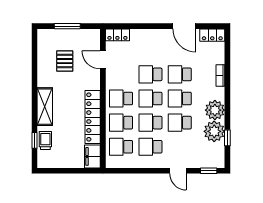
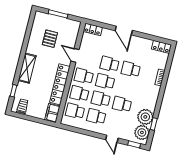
door: (184, 26) -> (124, 30), moved
door: (103, 60) -> (75, 55), moved
school desk: (180, 98) -> (126, 87), removed
plant: (215, 110) -> (142, 132), moved
trolley: (45, 140) -> (23, 106), moved

